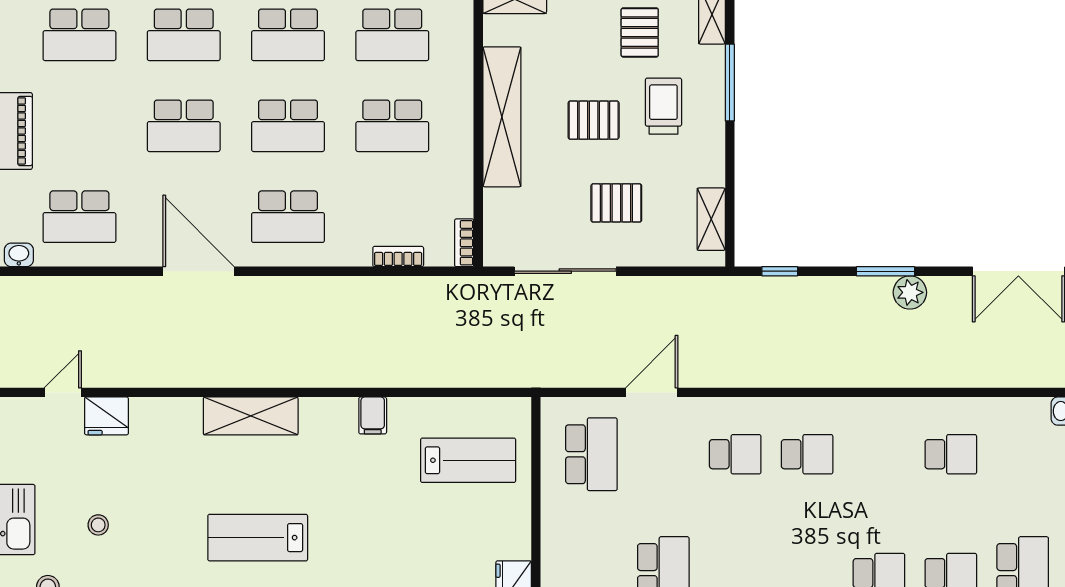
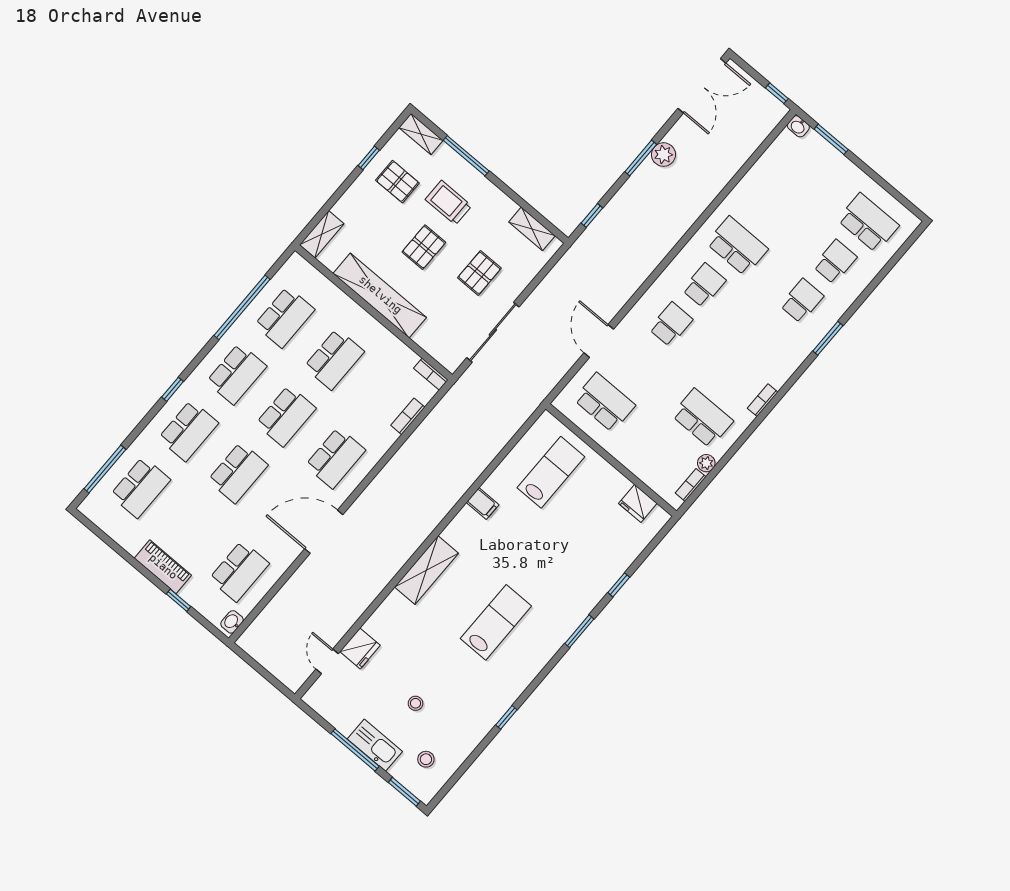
school desk: (951, 454) -> (737, 246), moved, width x1.85
lab bench: (258, 538) -> (496, 622), turned 180

